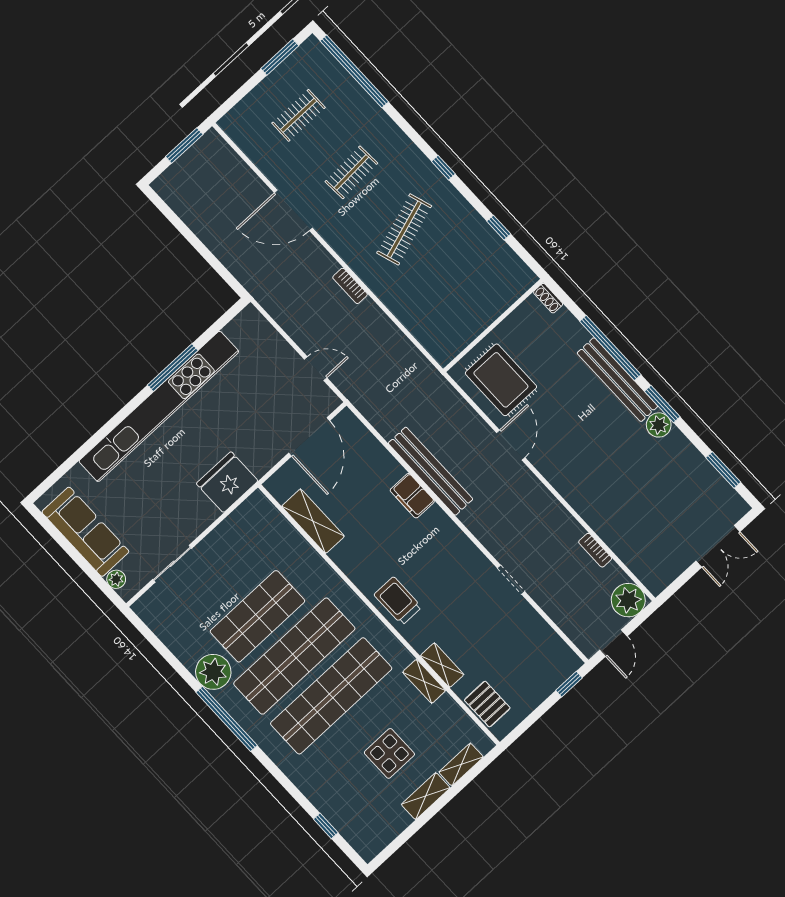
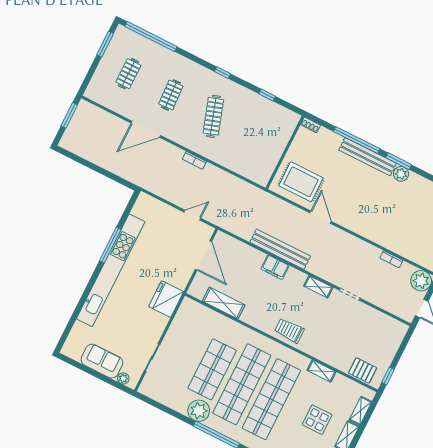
sofa: (85, 532) -> (102, 361), width x0.73
shelving: (442, 665) -> (318, 287), moved
window: (569, 684) -> (388, 376), moved

